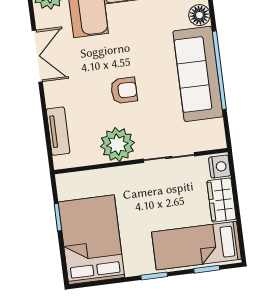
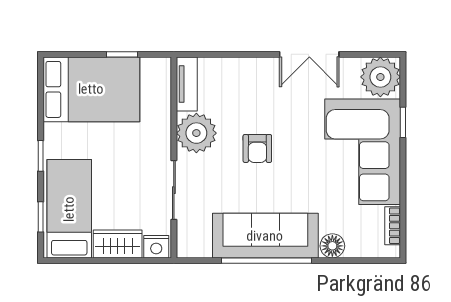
tv unit: (58, 131) -> (187, 84), moved, turned -90

